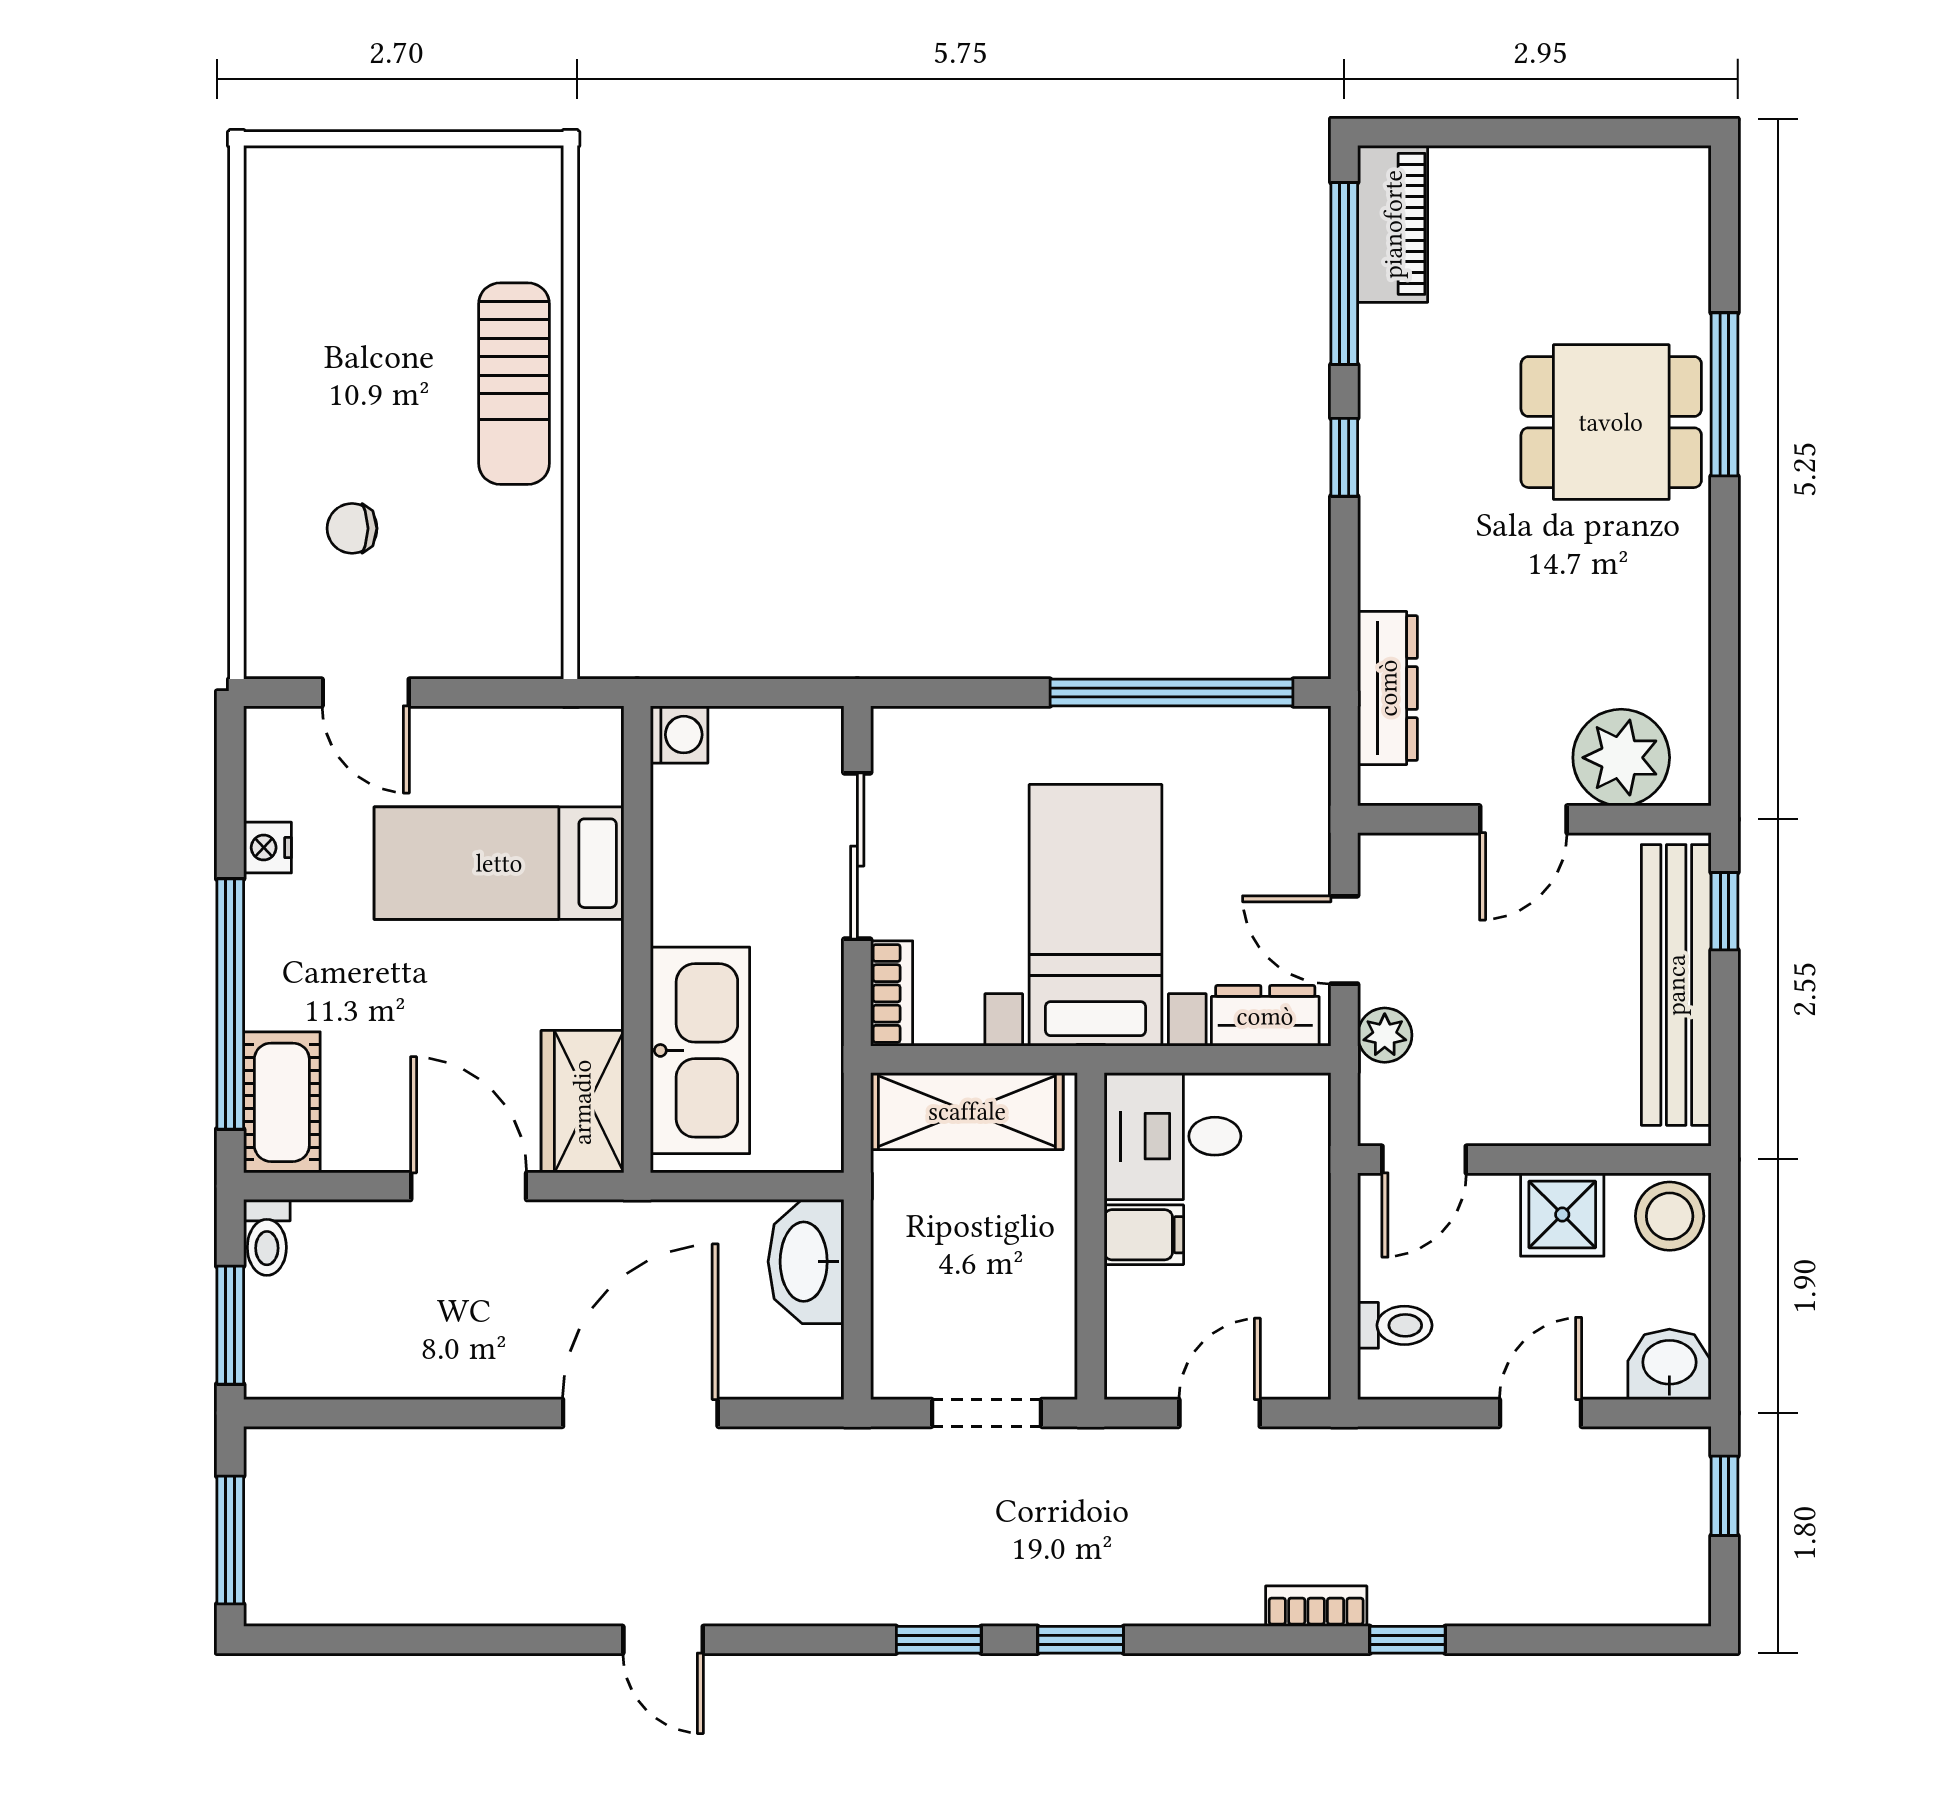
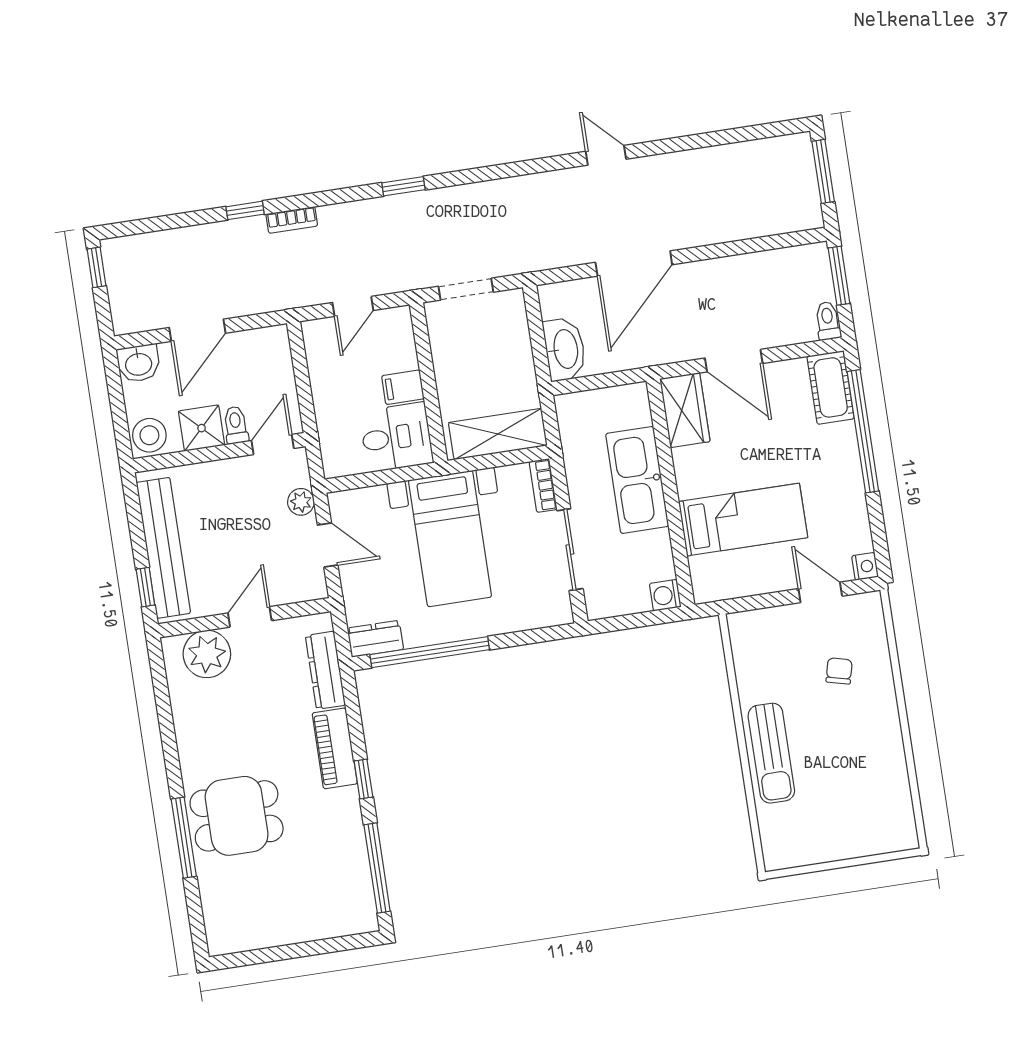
piano: (1393, 224) -> (335, 748), moved
sun lounger: (514, 384) -> (771, 753), turned 180
chair: (352, 528) -> (839, 671), turned -76
nightstand: (267, 848) -> (865, 566), moved
dresser: (1265, 1016) -> (375, 639), moved, turned 180
kitchen sink: (700, 1050) -> (637, 480), moved
toilet: (1395, 1325) -> (236, 425), moved, turned 90
door: (1540, 1413) -> (197, 330), width x1.38
window: (1724, 1496) -> (96, 267), moved
window: (939, 1640) -> (472, 176), removed

